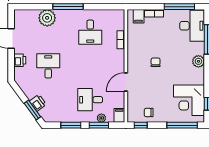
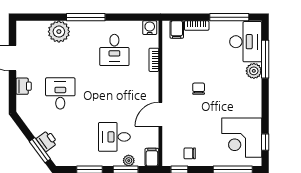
water cooler: (118, 15) -> (150, 28), added
plant: (198, 61) -> (254, 71), moved

